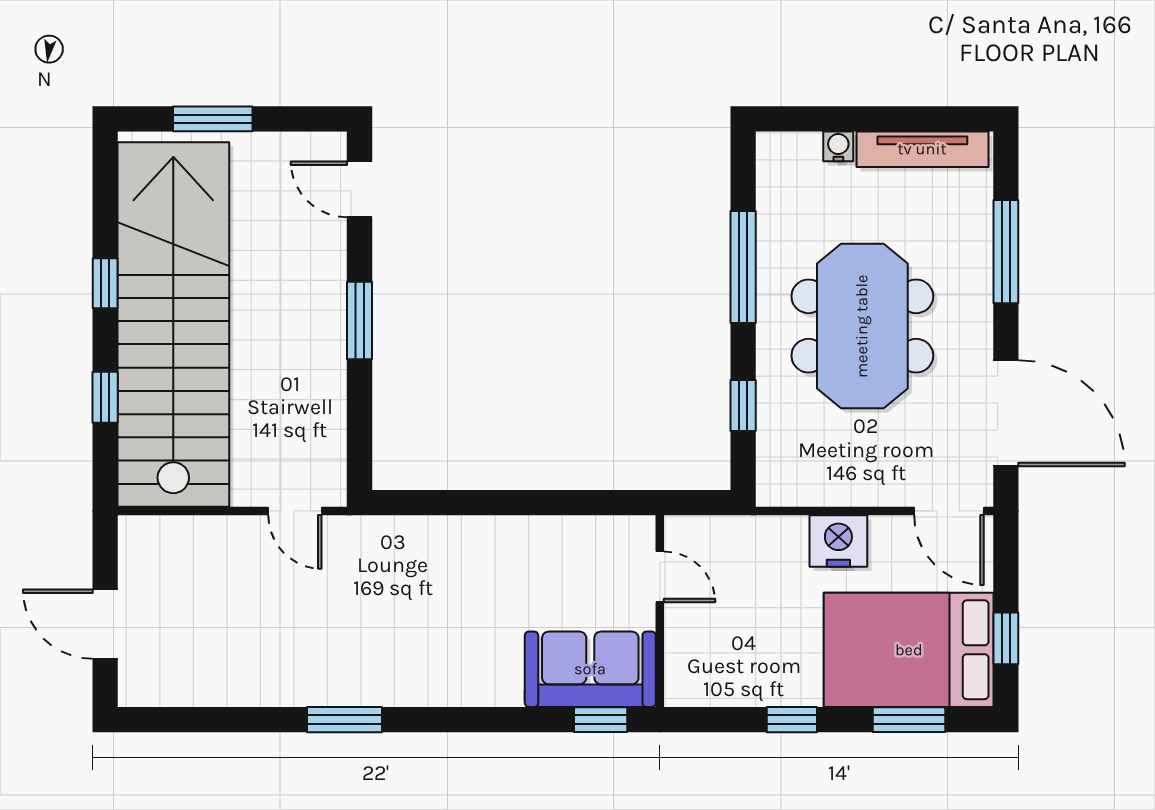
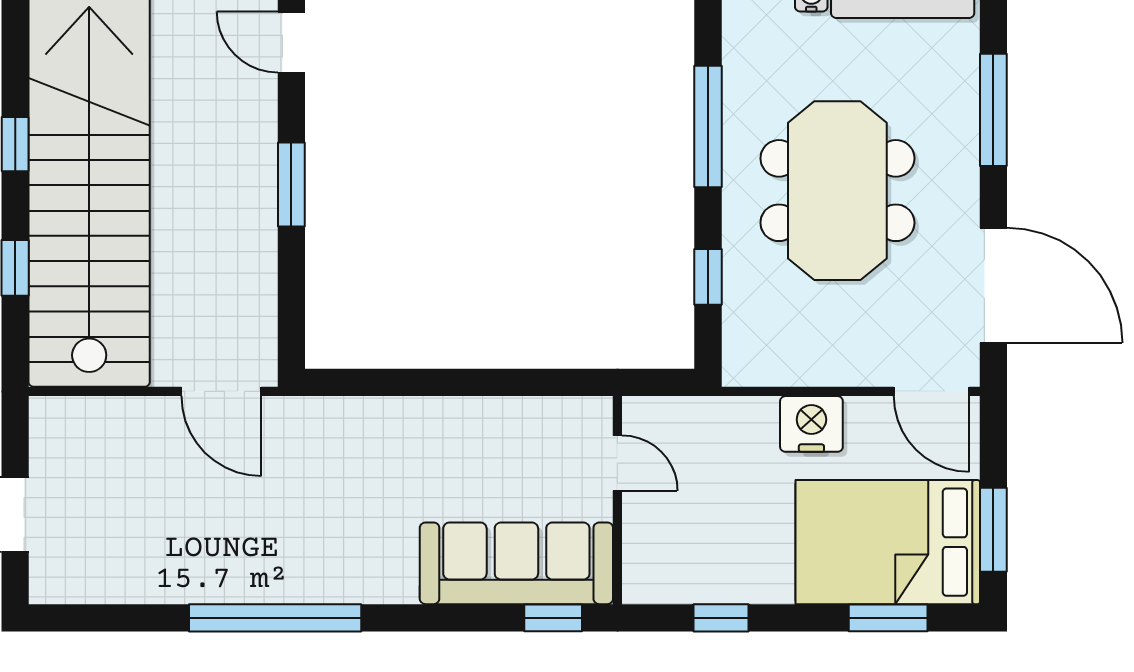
door: (295, 511) -> (221, 391), width x1.38
window: (1006, 638) -> (993, 530), width x1.50
sofa: (590, 669) -> (516, 563), width x1.36
window: (345, 720) -> (275, 618), width x2.11
window: (792, 720) -> (721, 618), moved

